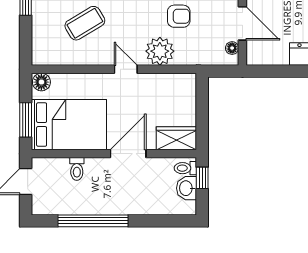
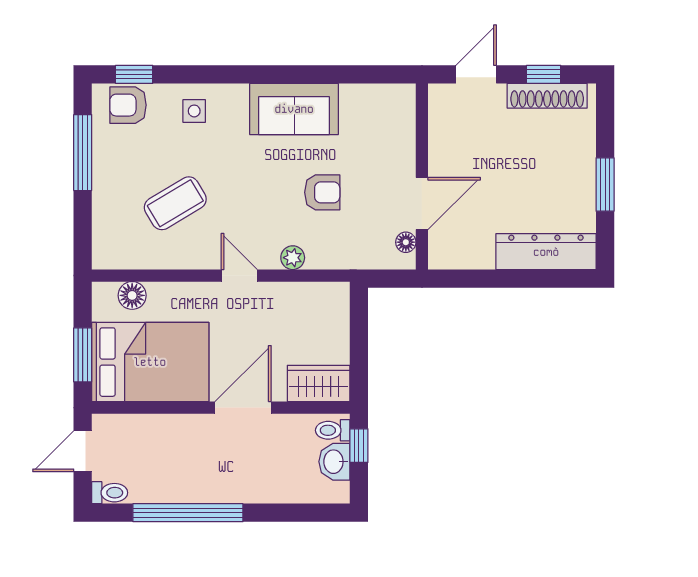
door: (242, 23) -> (422, 204), hinge flipped
plant: (160, 51) -> (293, 258), width x0.53, depth x0.53
floor lamp: (41, 82) -> (132, 295), moved
toilet: (77, 169) -> (110, 493), moved, turned -90

